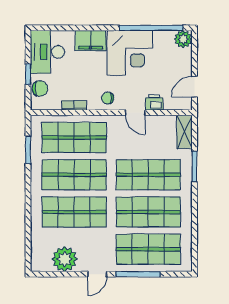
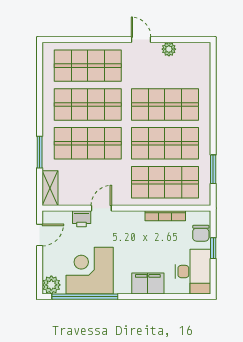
corner desk: (130, 53) -> (90, 271), moved
chair: (40, 89) -> (201, 233), turned -90
chair: (108, 98) -> (130, 223), removed
bookcase: (74, 105) -> (165, 216), width x1.56
door: (135, 113) -> (101, 208), hinge flipped
plant: (65, 259) -> (169, 49), width x0.53, depth x0.53
door: (97, 274) -> (141, 40), hinge flipped
window: (138, 274) -> (99, 40), removed

